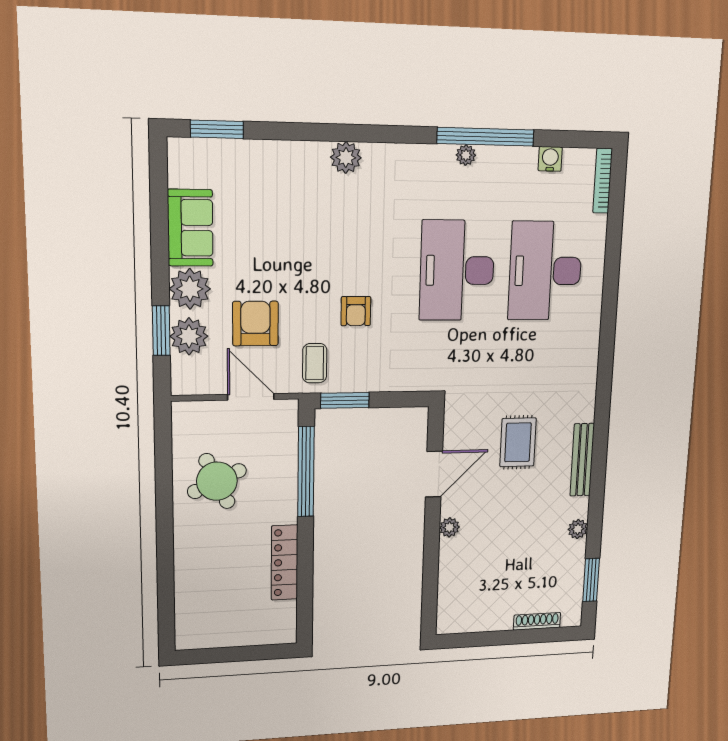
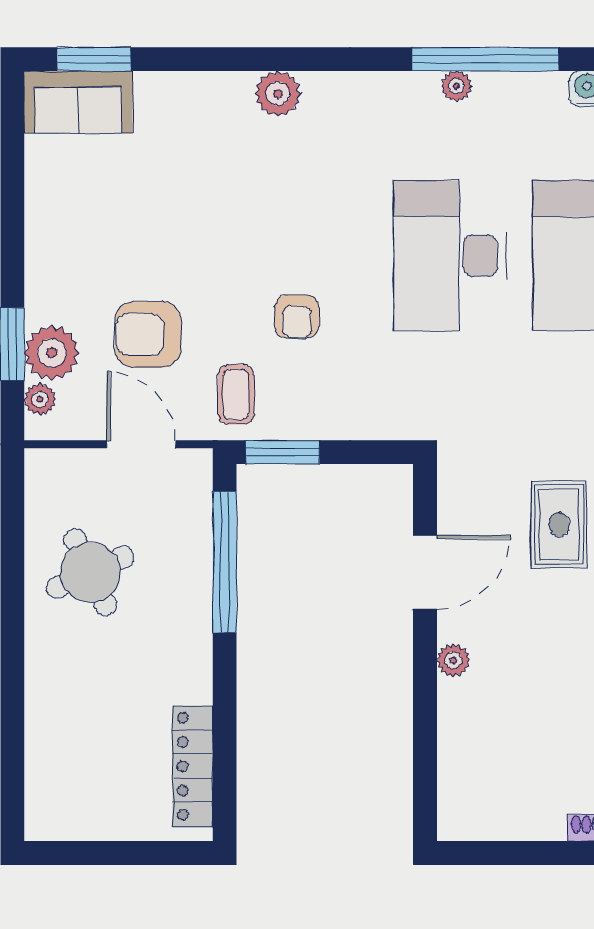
sofa: (190, 228) -> (78, 102), moved, turned 90
plant: (190, 289) -> (40, 399), moved, width x0.53, depth x0.53
armchair: (255, 324) -> (148, 334), turned -90
locker: (285, 563) -> (193, 766), moved

